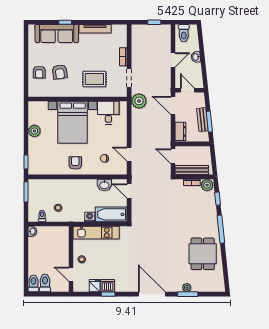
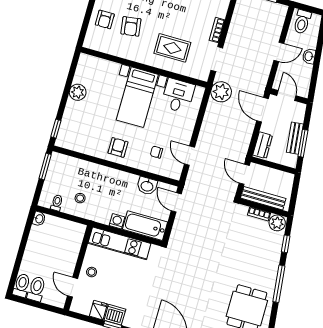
bed with nightstands: (73, 122) -> (137, 97), width x0.73

